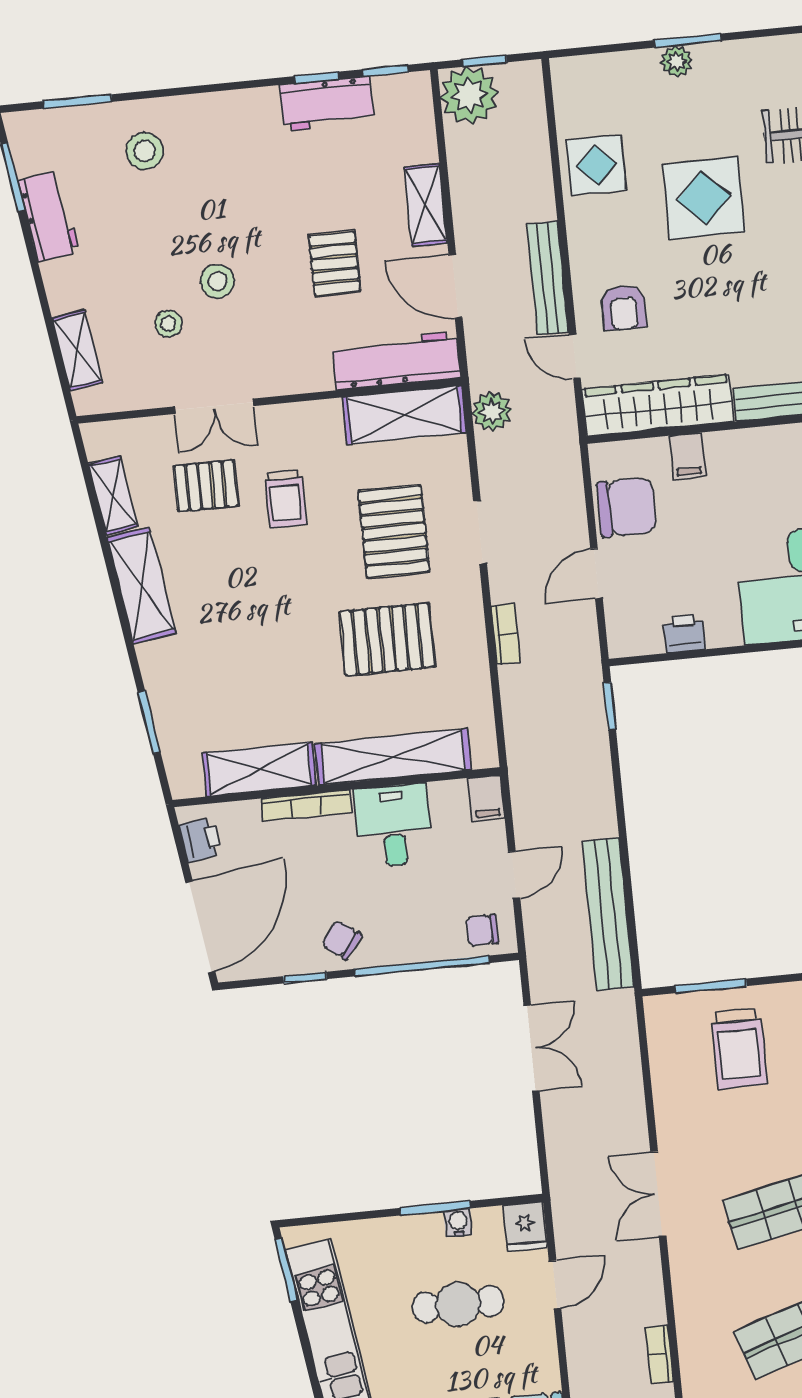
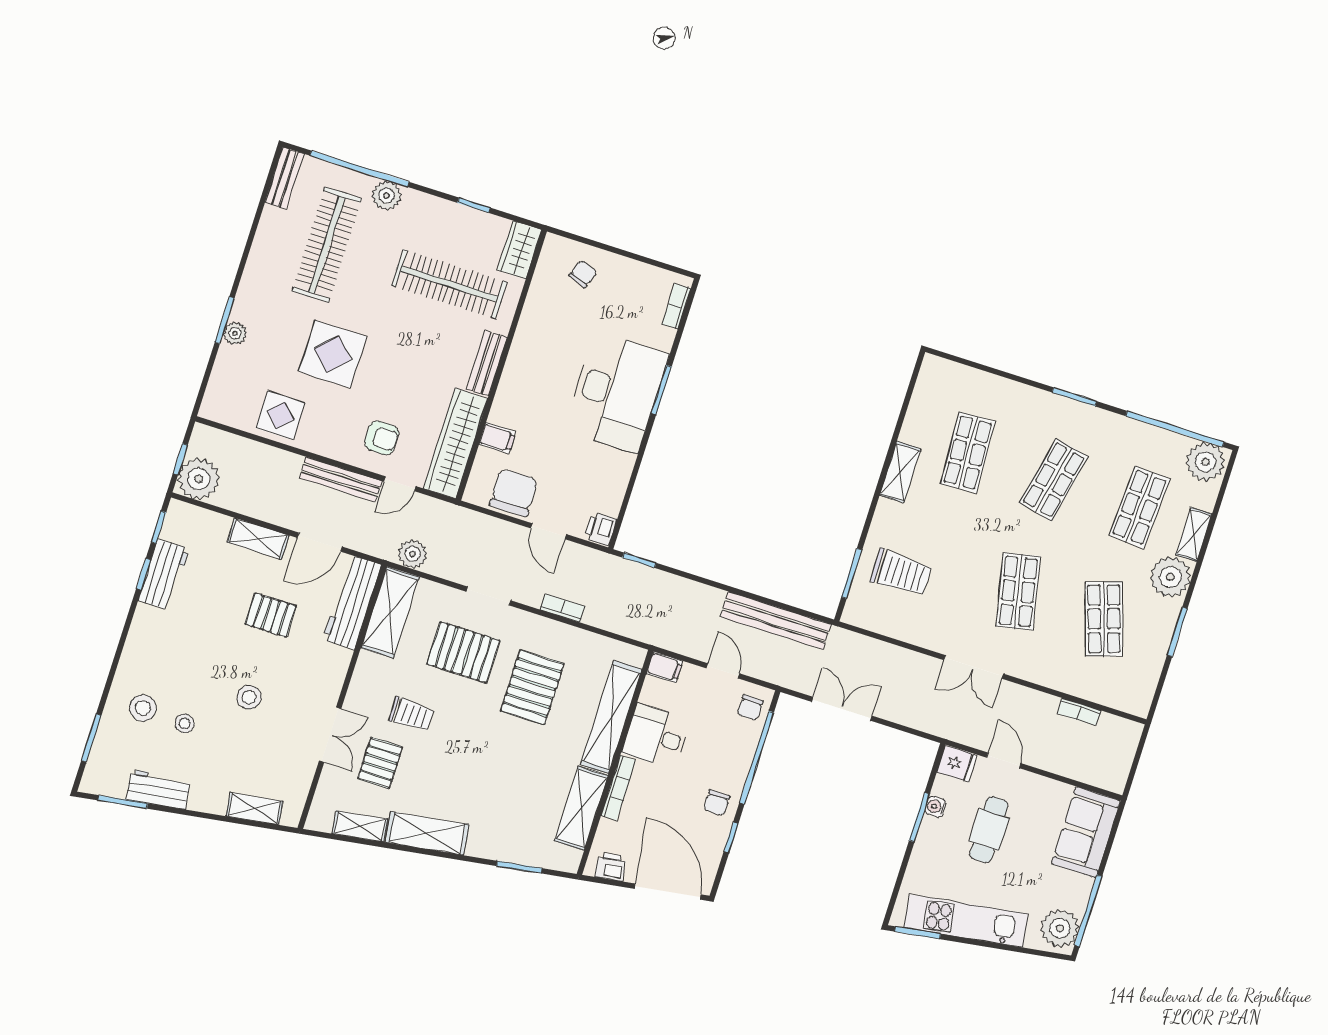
stool: (168, 324) -> (185, 723), moved
printer: (684, 633) -> (601, 529), moved
chair: (341, 940) -> (717, 803), turned -37

